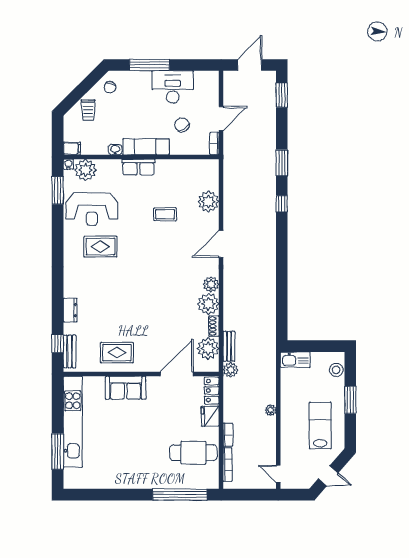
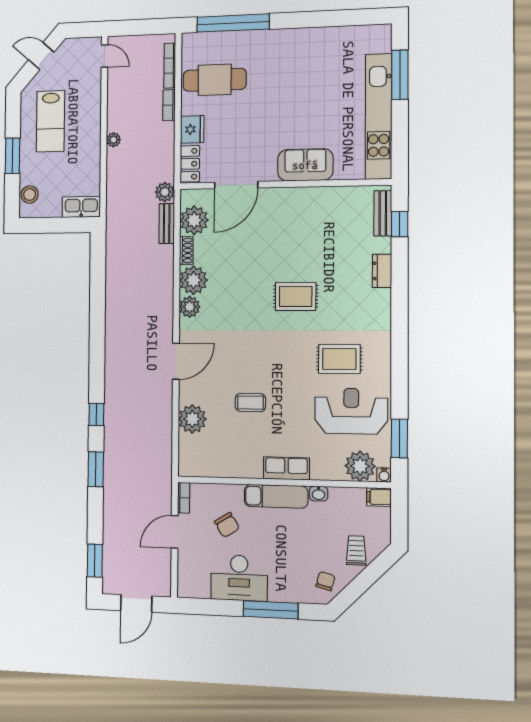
rug: (117, 353) -> (296, 296), moved

